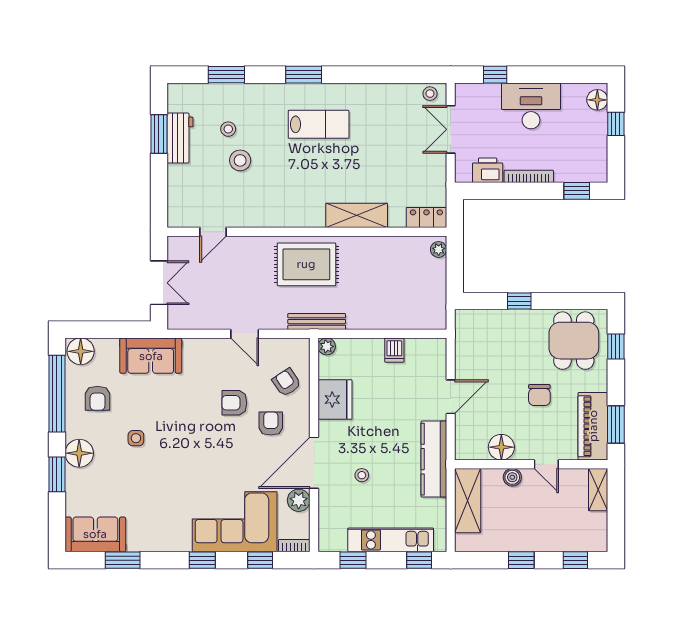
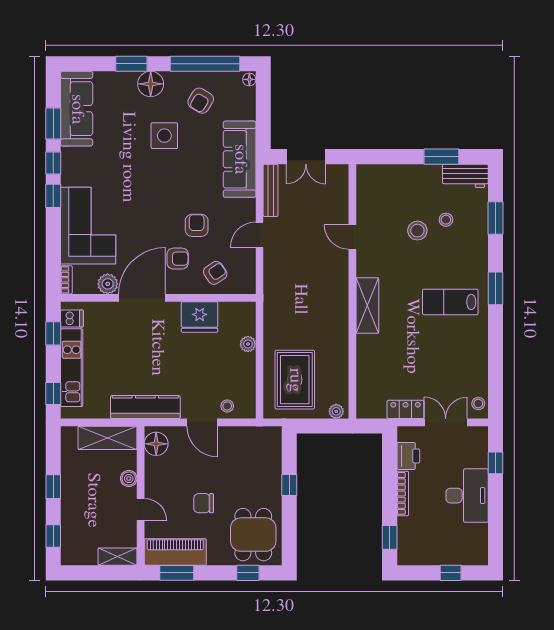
floor lamp: (597, 100) -> (473, 556), removed
lab bench: (319, 124) -> (450, 302), turned 90
workbench: (180, 138) -> (465, 176), moved
shelving: (357, 215) -> (367, 306), moved
locker: (426, 217) -> (406, 409), moved, turned -90
door: (213, 232) -> (352, 237), moved
rug: (306, 264) -> (295, 380), moved
bench: (317, 322) -> (271, 190), moved
dining table: (574, 341) -> (253, 535), turned 90
plant: (327, 346) -> (248, 344), moved
dishwasher: (394, 350) -> (72, 319), moved, turned 180
floor lamp: (81, 351) -> (249, 79), width x0.53, depth x0.53
sofa: (151, 356) -> (240, 159), width x1.36
armchair: (98, 398) -> (201, 101), turned -59
side table: (136, 438) -> (164, 136), width x1.87, depth x1.87
floor lamp: (501, 447) -> (156, 444), moved
door: (314, 463) -> (142, 298), hinge flipped
door: (546, 464) -> (141, 510), swing flipped
stool: (362, 475) -> (227, 406), moved
sofa: (95, 534) -> (77, 109), width x1.36
window: (260, 560) -> (53, 163), moved

